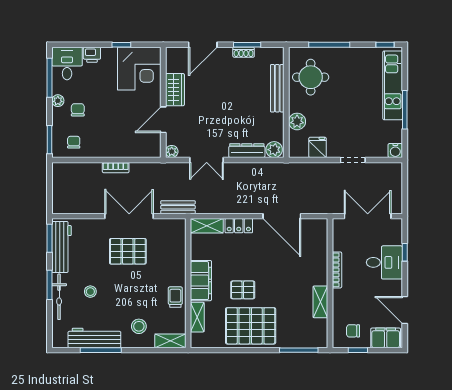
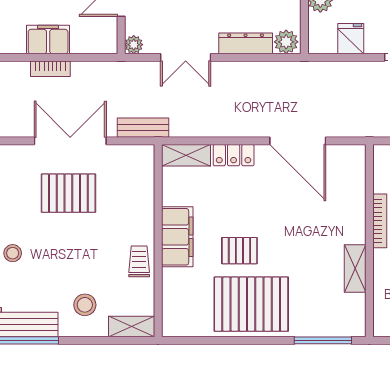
filing cabinet: (114, 148) -> (48, 40), added
shelving: (197, 317) -> (172, 291), removed

